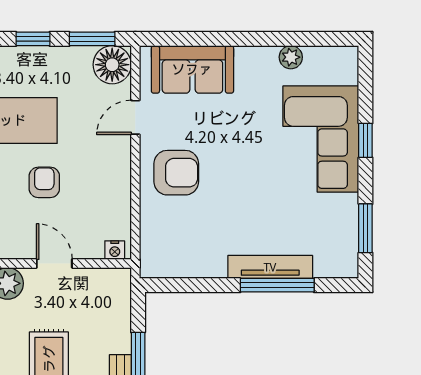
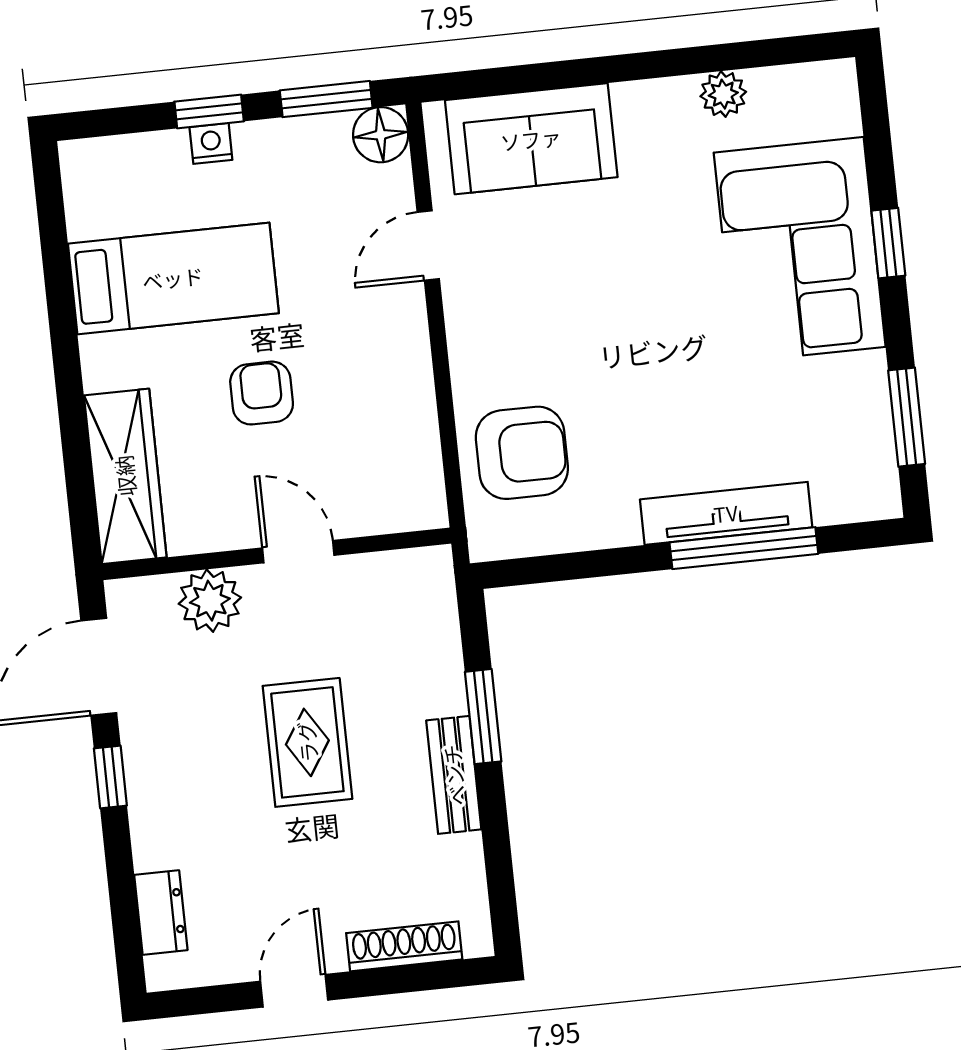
floor lamp: (112, 65) -> (381, 135), width x0.73, depth x0.73
armchair: (176, 173) -> (522, 453), moved
nightstand: (115, 250) -> (211, 143), moved, turned 180

